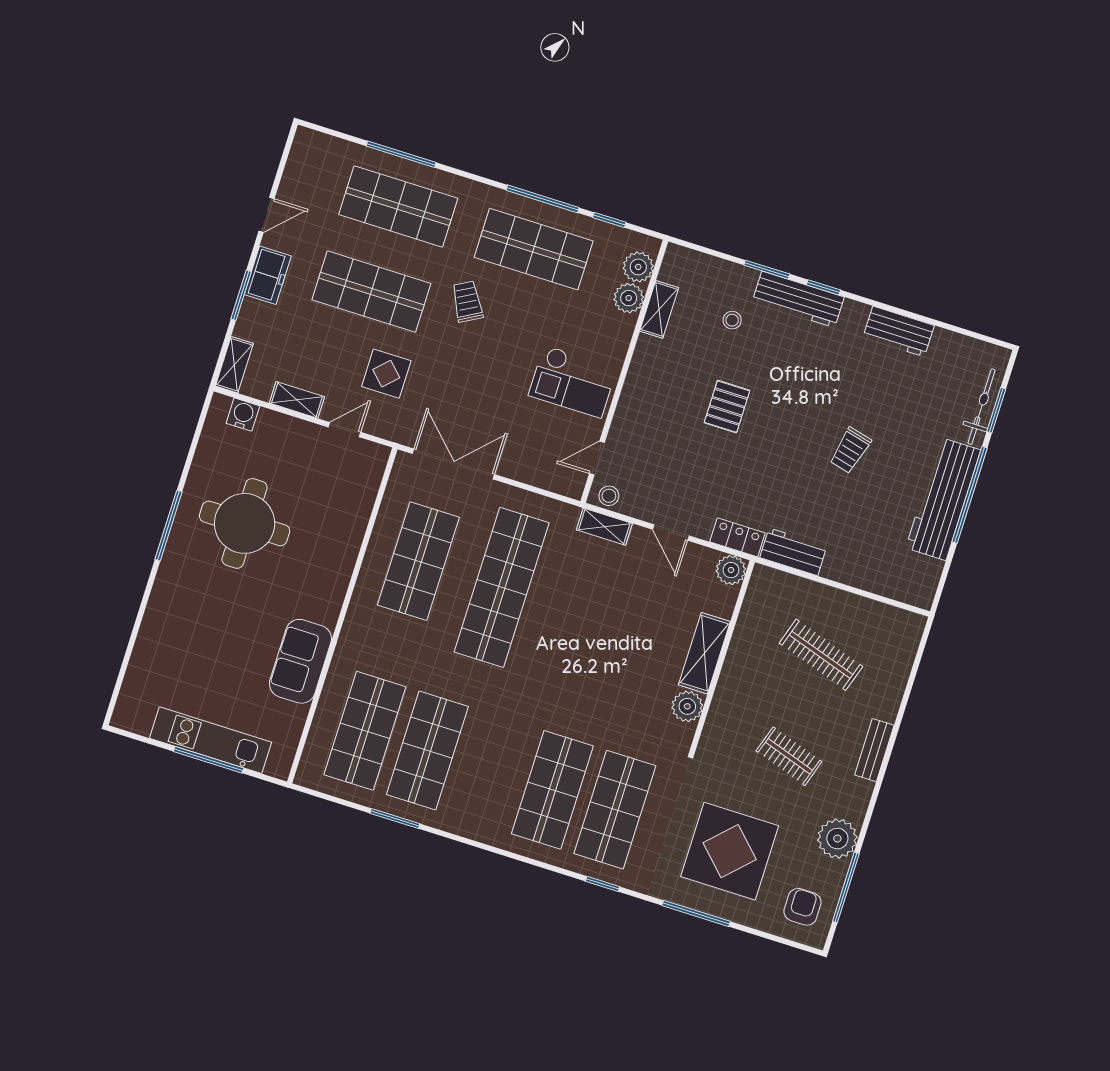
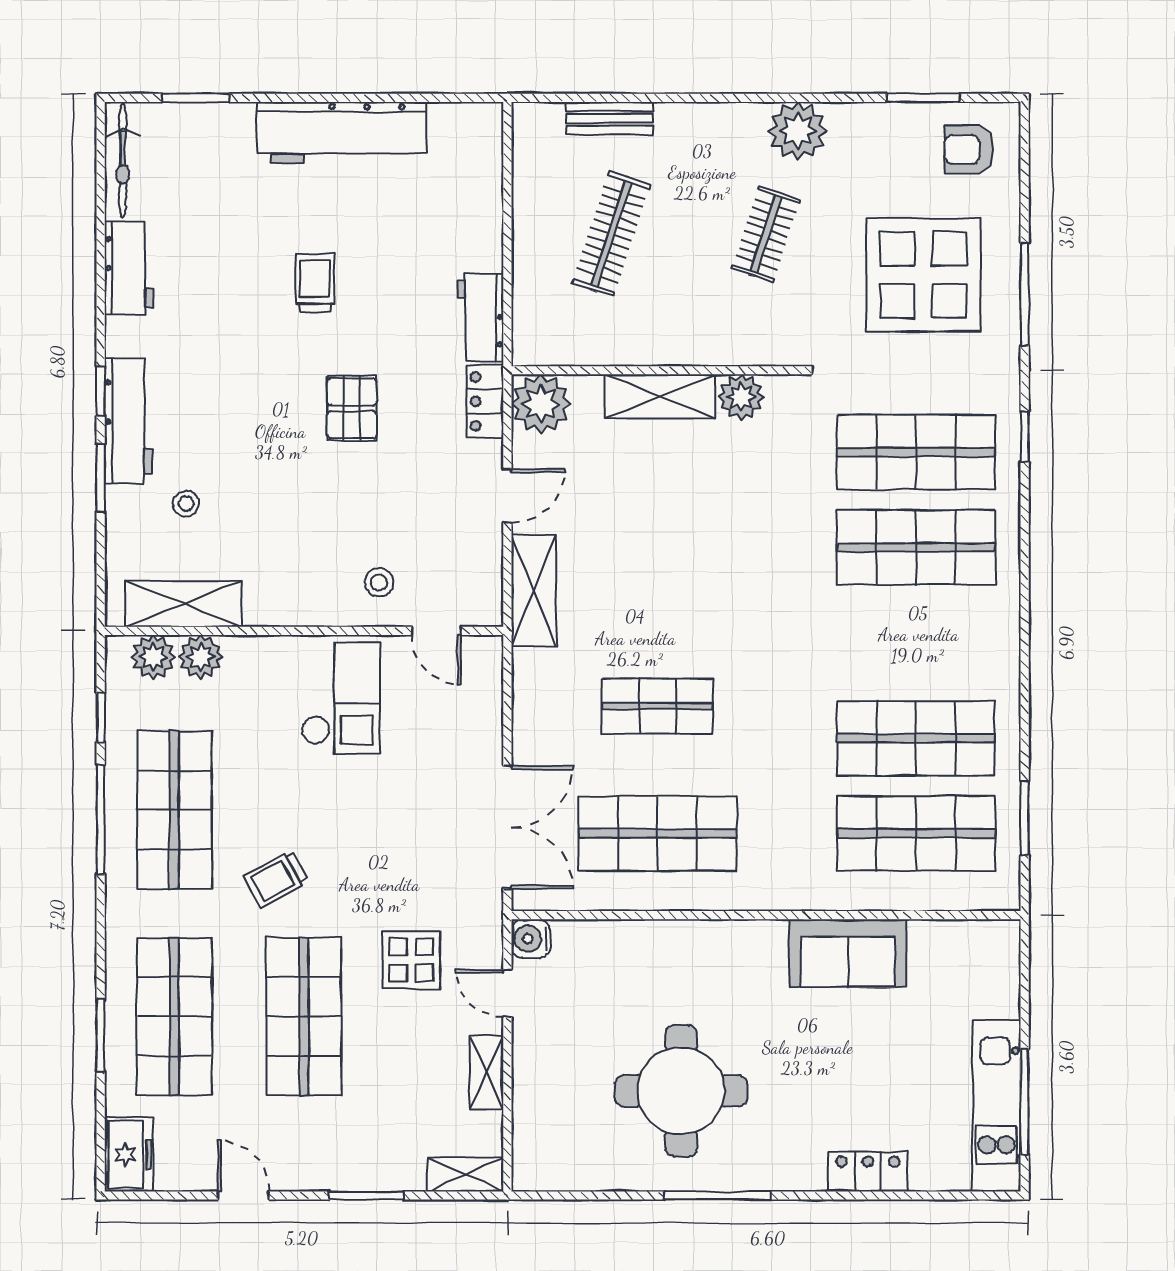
window: (401, 154) -> (101, 1035), width x0.69
freezer: (268, 275) -> (129, 1154), moved, turned 90
shelving: (659, 309) -> (184, 604), width x1.50, depth x1.33
pallet: (727, 407) -> (352, 408), moved, turned 90
bicycle: (982, 407) -> (123, 161), moved, turned -90
water cooler: (243, 415) -> (531, 939), moved
trolley: (850, 450) -> (315, 283), turned -104
double door: (453, 464) -> (507, 827), swing flipped
window: (970, 495) -> (324, 98), removed
stool: (609, 496) -> (379, 582), moved
shelving: (604, 527) -> (534, 591), width x1.50, depth x1.33
plant: (731, 570) -> (541, 404), width x1.36, depth x1.36
shop shelf: (502, 587) -> (657, 706), width x0.50, depth x0.74
locker: (153, 629) -> (868, 1172), added
kitchen unit: (211, 740) -> (997, 1105), moved
bench: (874, 750) -> (610, 118), moved
window: (209, 760) -> (1025, 1102), moved
window: (395, 818) -> (1025, 818), moved
plant: (837, 839) -> (798, 131), moved
window: (846, 887) -> (923, 98), width x0.69

